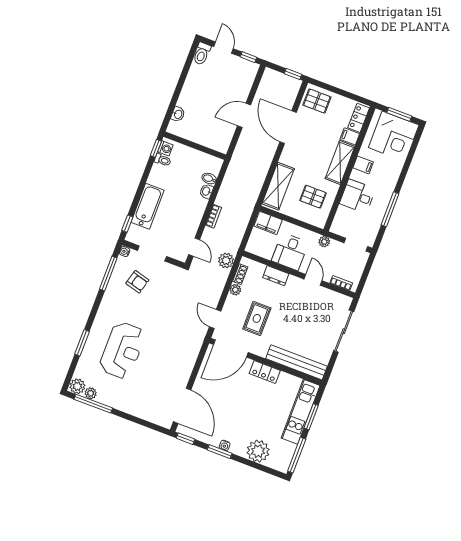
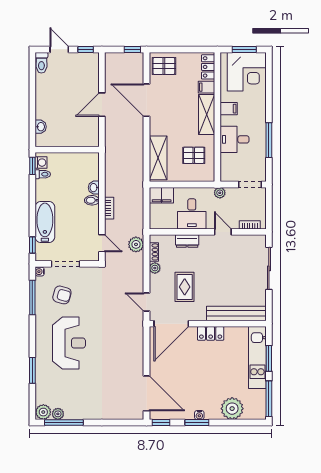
bidet: (209, 179) -> (92, 200), moved
reception desk: (122, 350) -> (69, 343), moved

